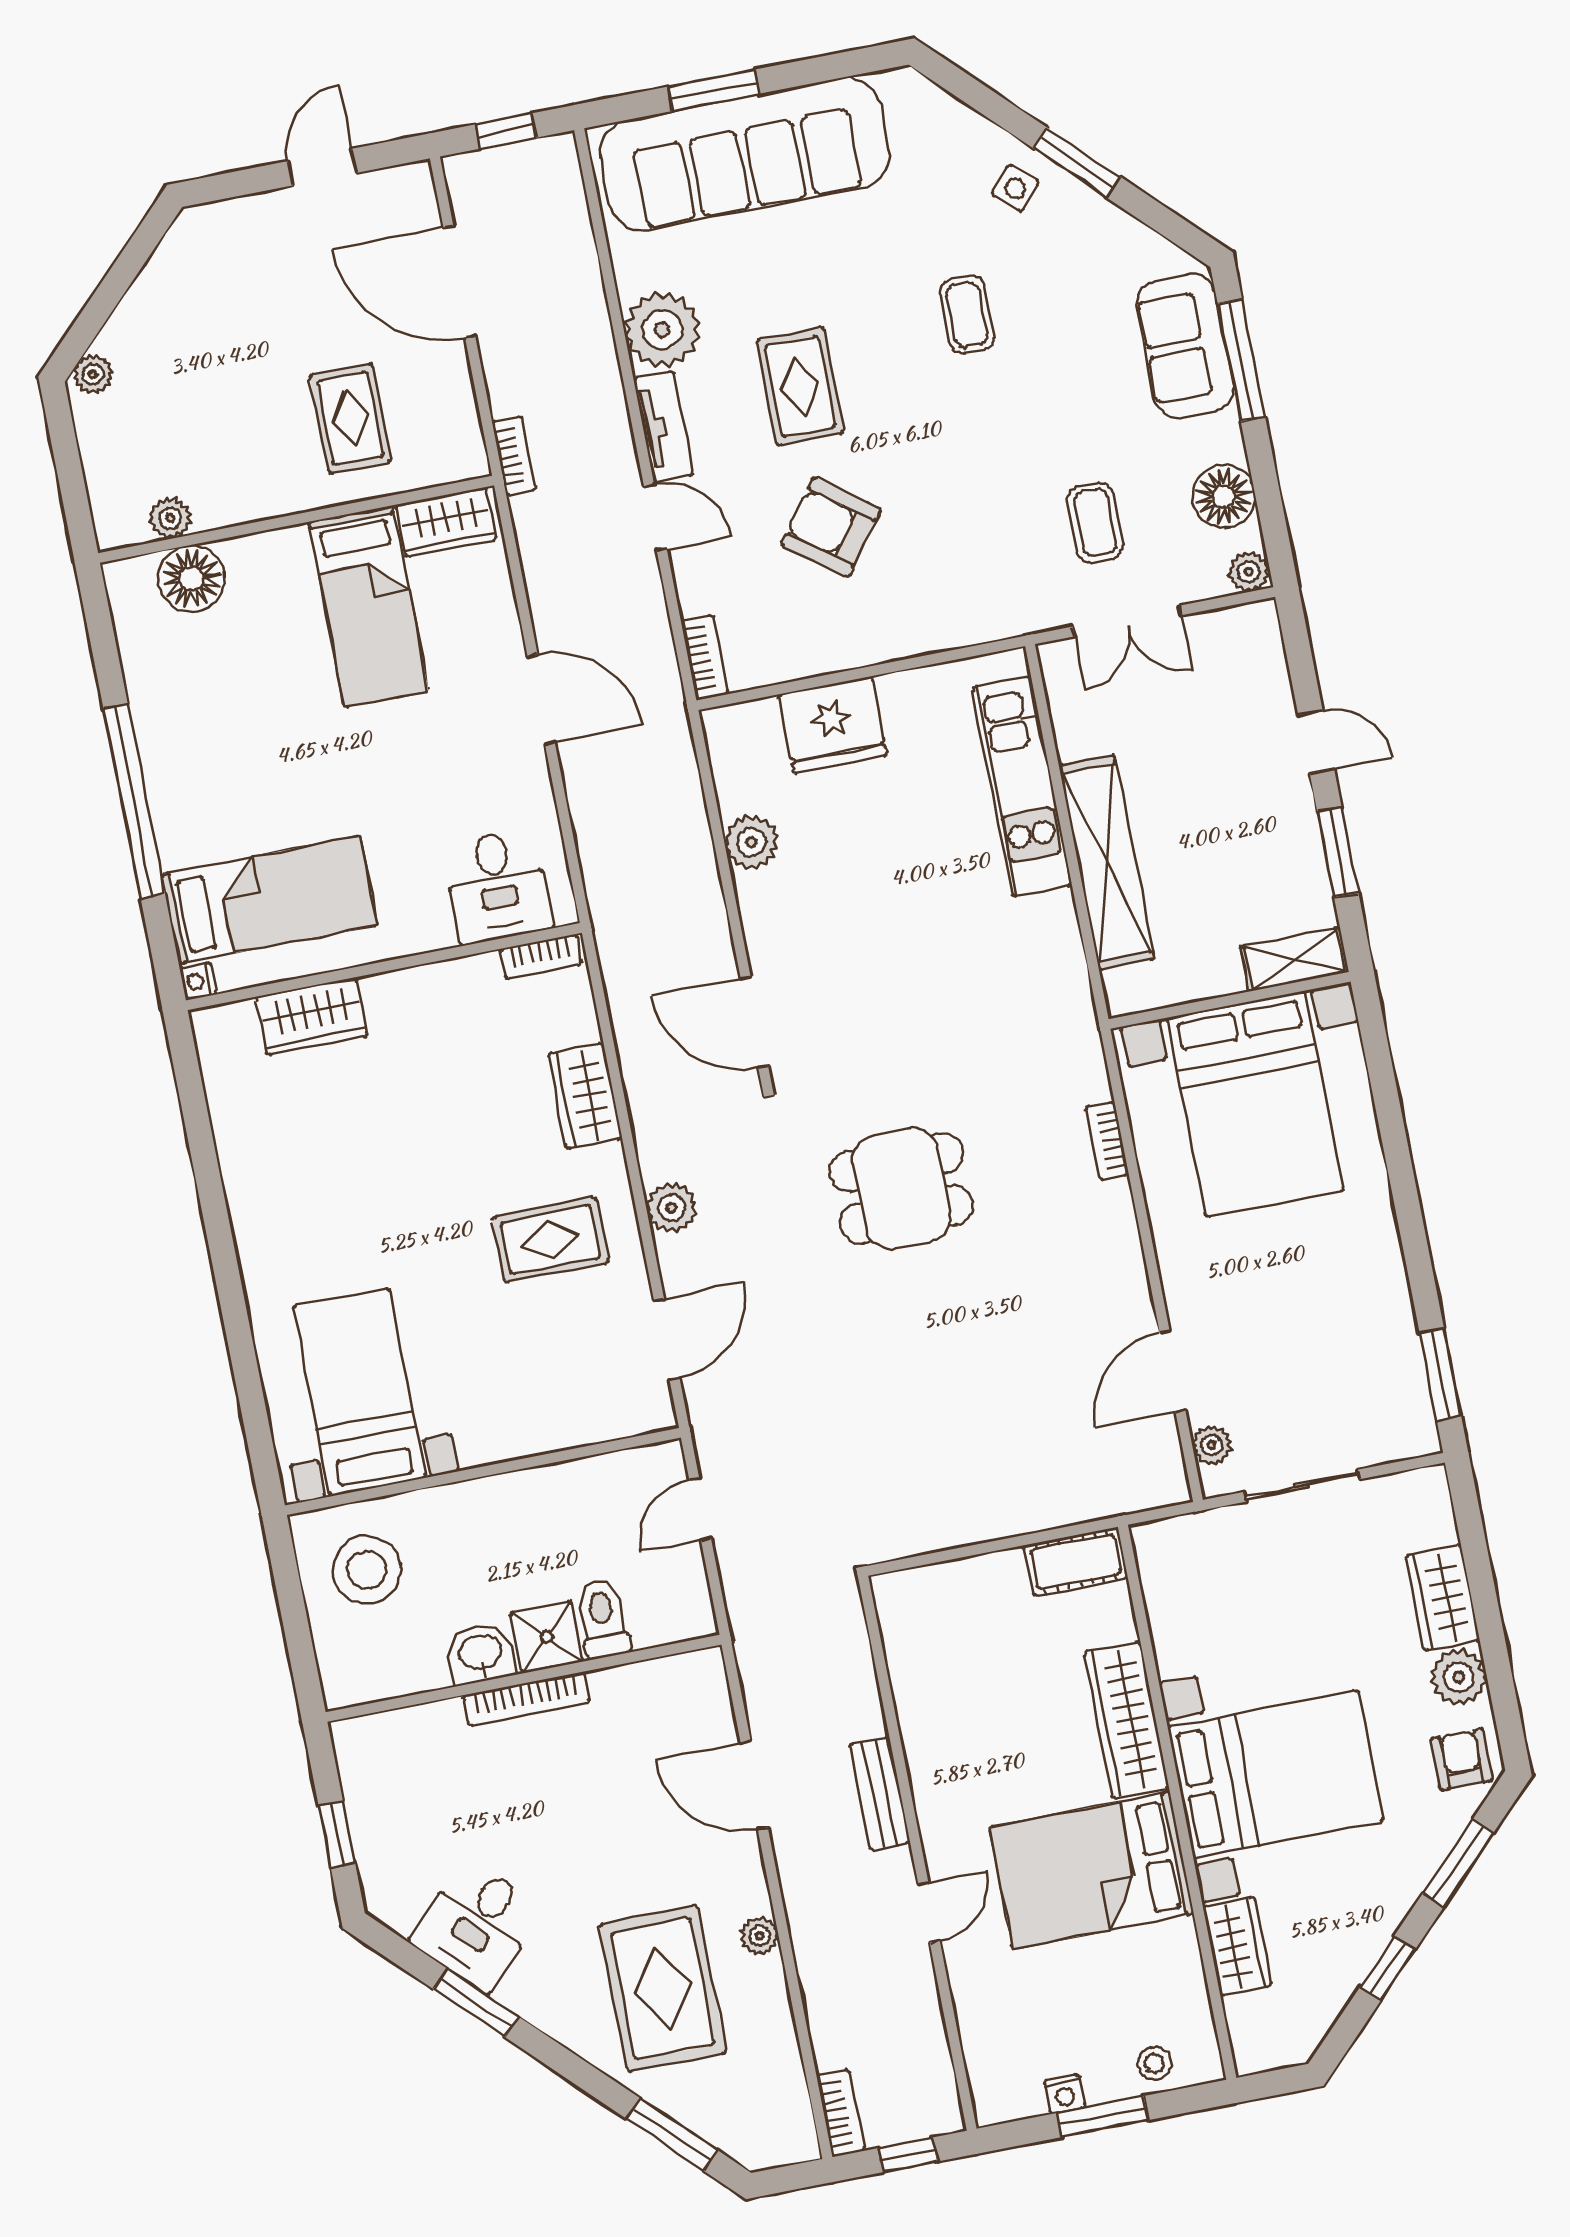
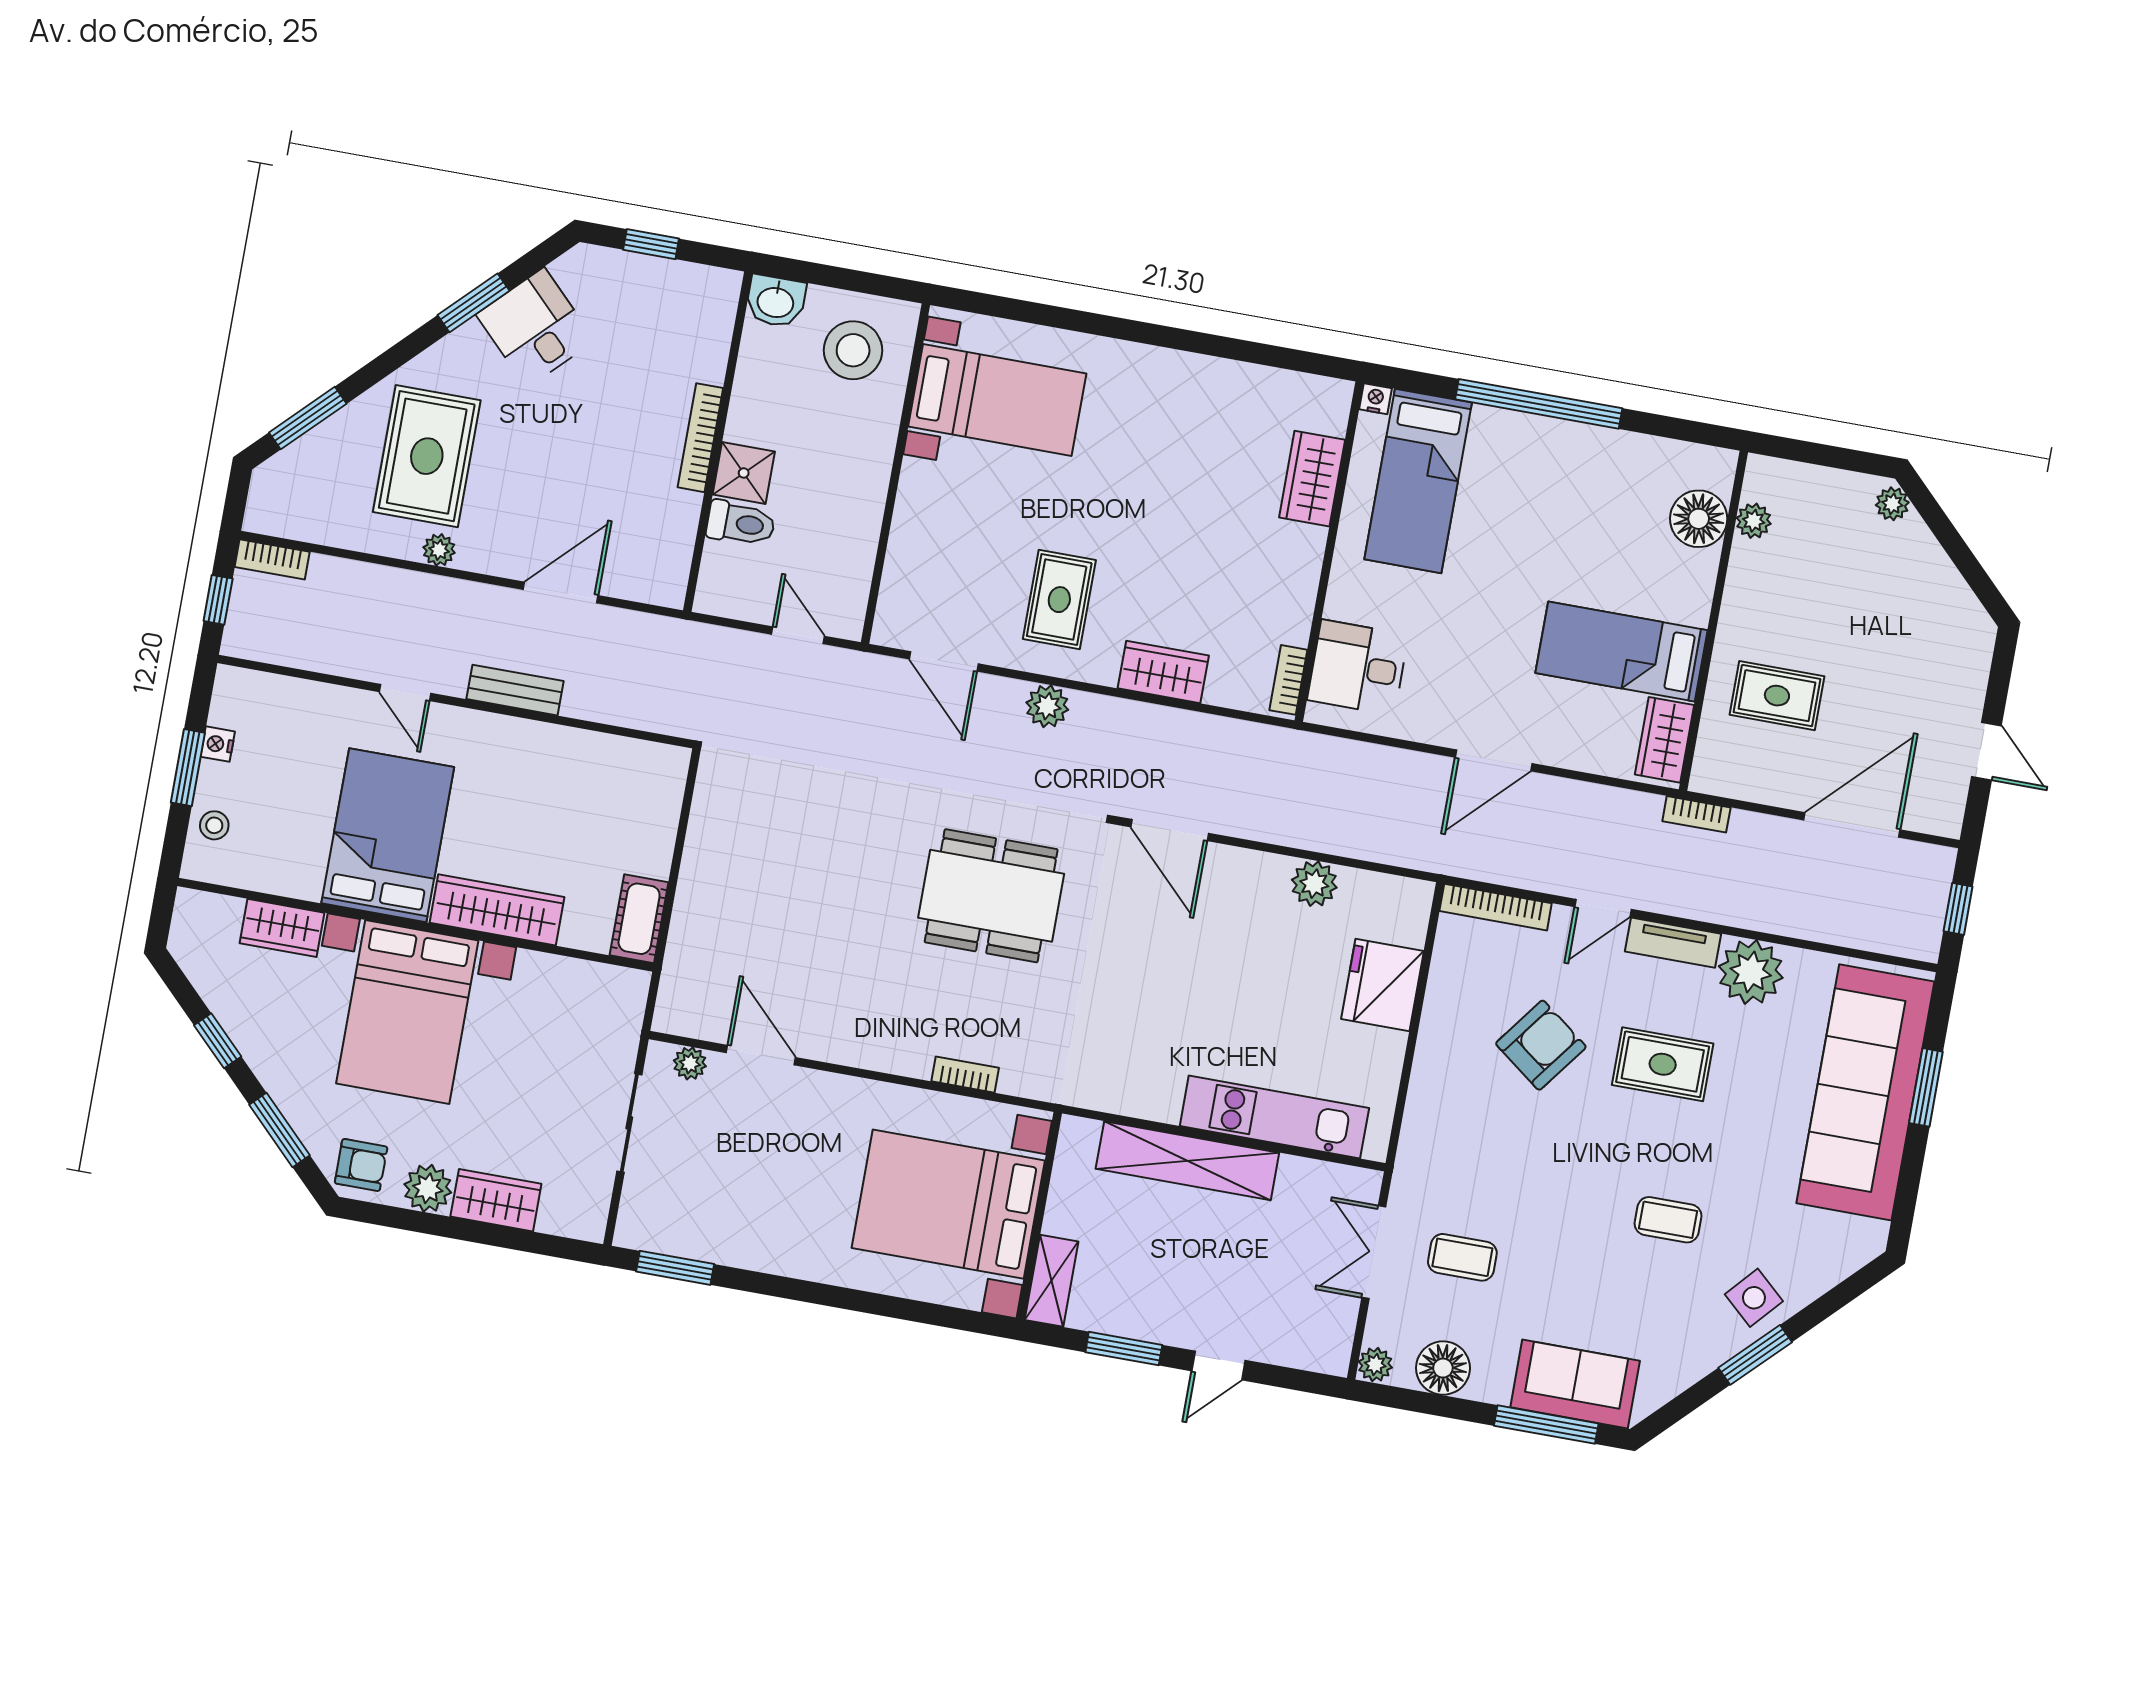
side table: (1015, 188) -> (1754, 1298), width x1.37, depth x1.37
bookcase: (704, 657) -> (1496, 907), width x1.56
door: (754, 1022) -> (1170, 830), swing flipped
dining table: (902, 1188) -> (991, 896), width x1.38
washbasin: (481, 1654) -> (776, 301), moved, turned 90
rug: (663, 1989) -> (427, 456), turned 90

